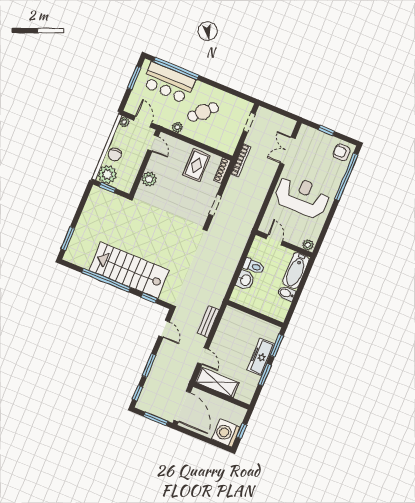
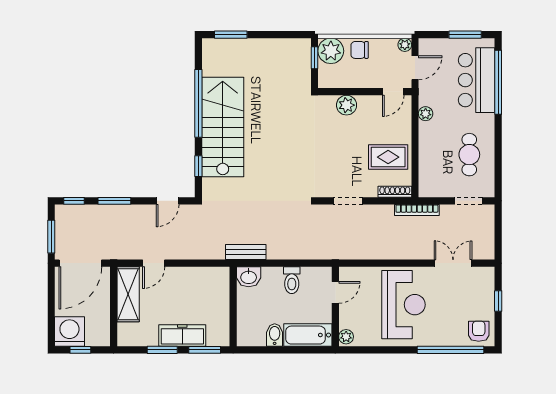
cafe table: (203, 112) -> (469, 155), moved, turned 45
washbasin: (245, 280) -> (249, 277), moved
bench: (208, 322) -> (246, 252), moved

